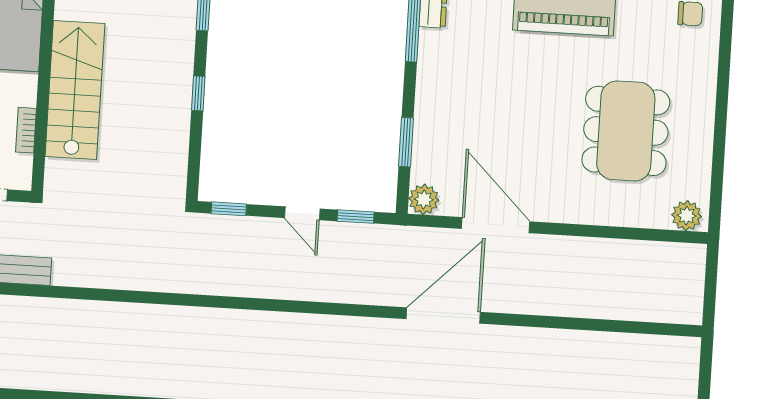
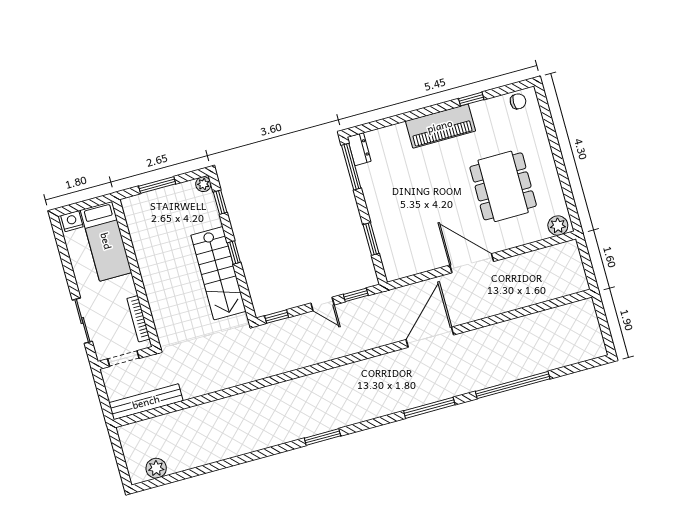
stairs: (75, 90) -> (218, 273), moved, turned 180
bookcase: (26, 130) -> (138, 319), width x1.56
plant: (424, 199) -> (394, 270), removed
door: (496, 225) -> (472, 263), moved

